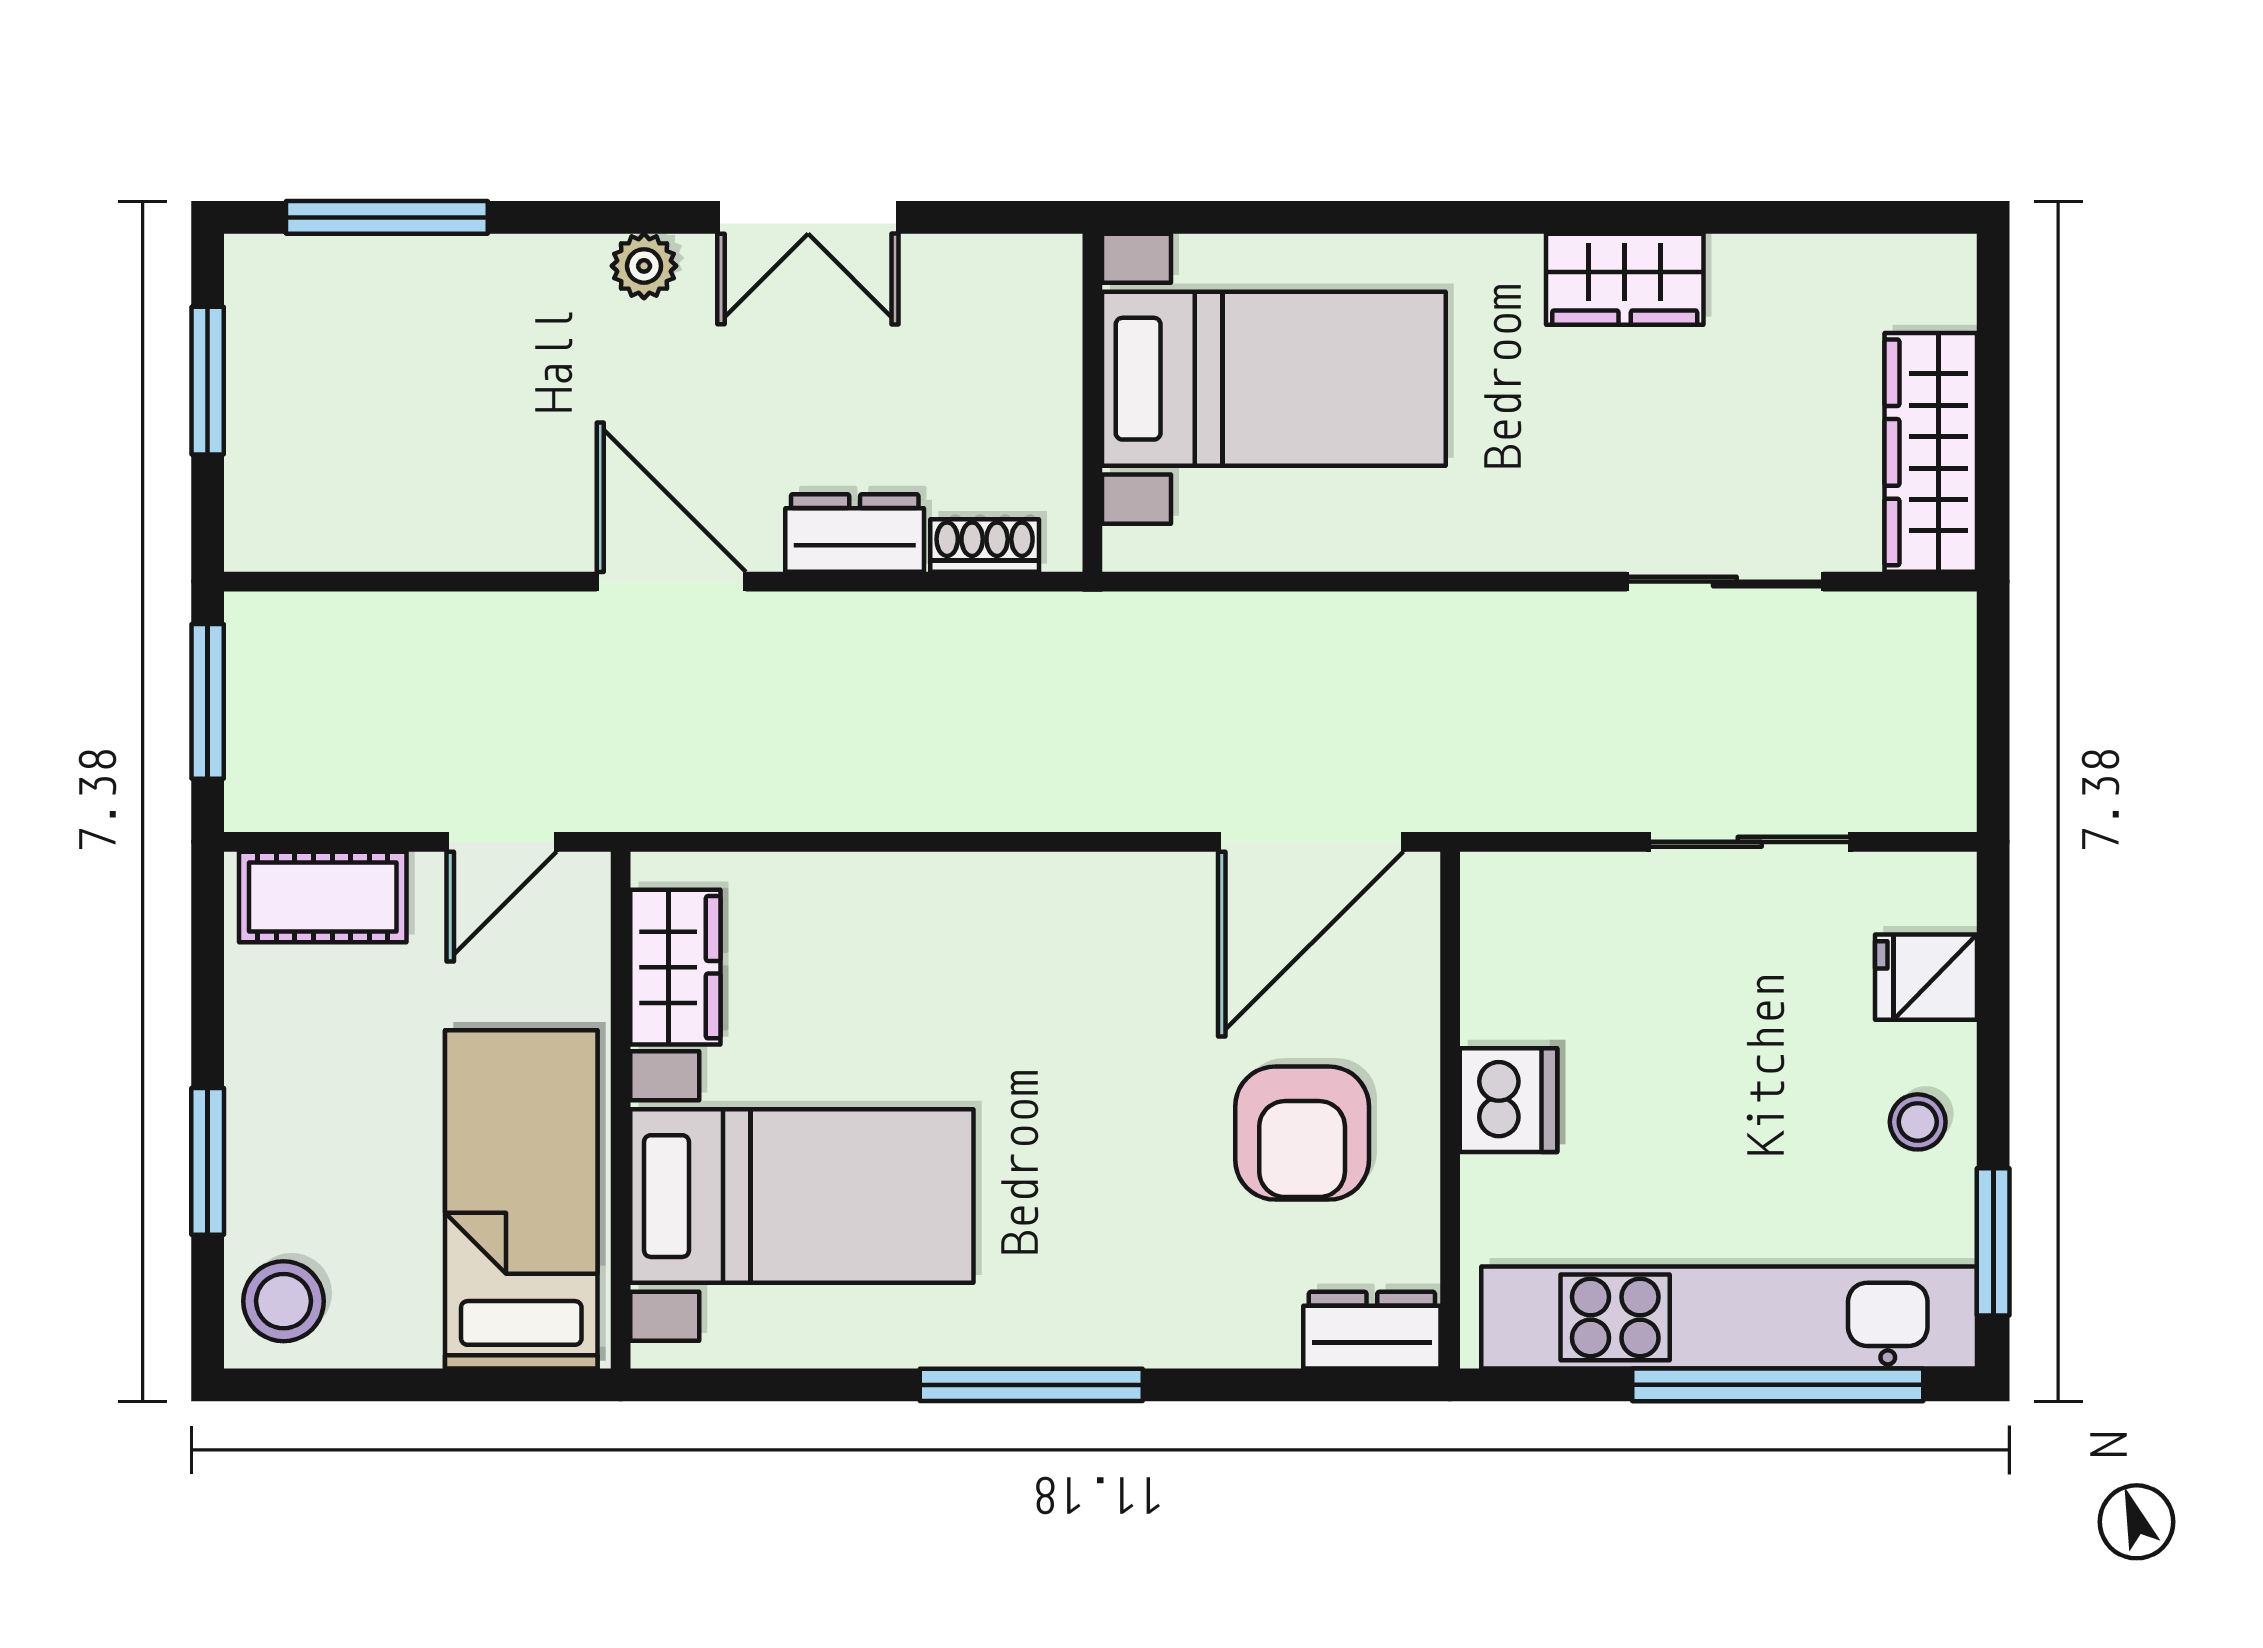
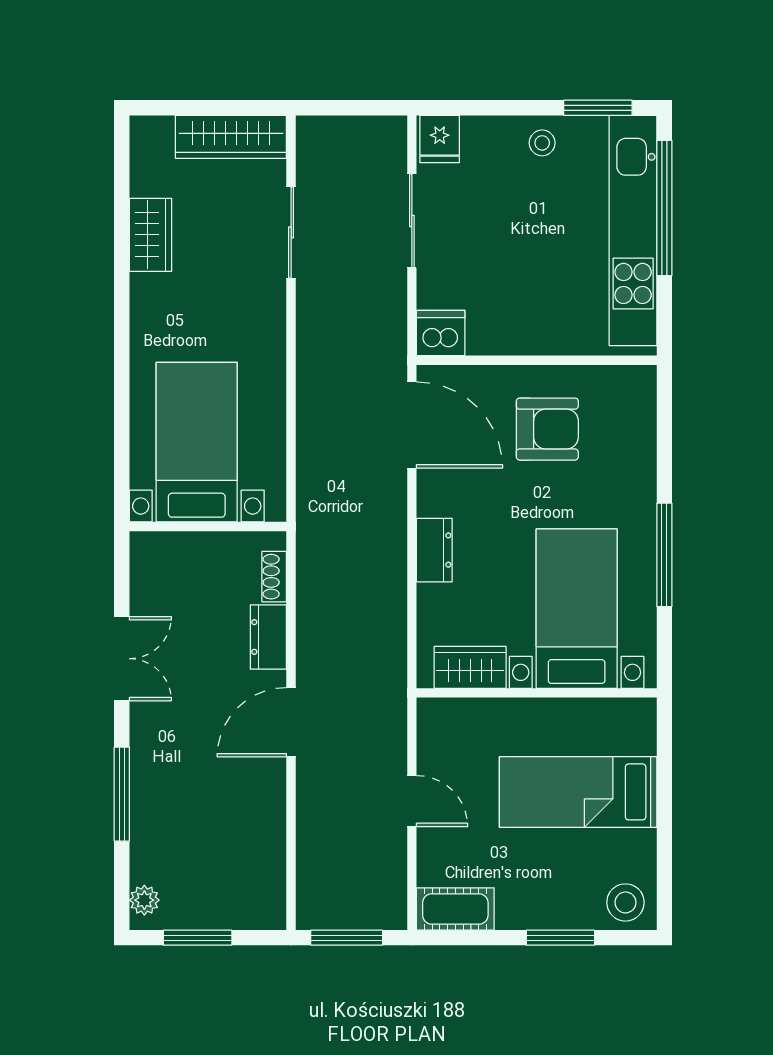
window: (387, 217) -> (122, 794), moved
plant: (644, 266) -> (144, 900), moved
wardrobe: (1625, 279) -> (150, 235), moved
cot: (323, 897) -> (455, 909), moved, turned 90
wardrobe: (675, 967) -> (470, 667), moved
fridge: (1926, 977) -> (440, 139), moved
dishwasher: (1509, 1100) -> (441, 333), moved
wall: (621, 1110) -> (537, 693), moved
bed with nightstands: (802, 1196) -> (577, 609), moved
dresser: (1372, 1330) -> (434, 550), moved, turned 180

